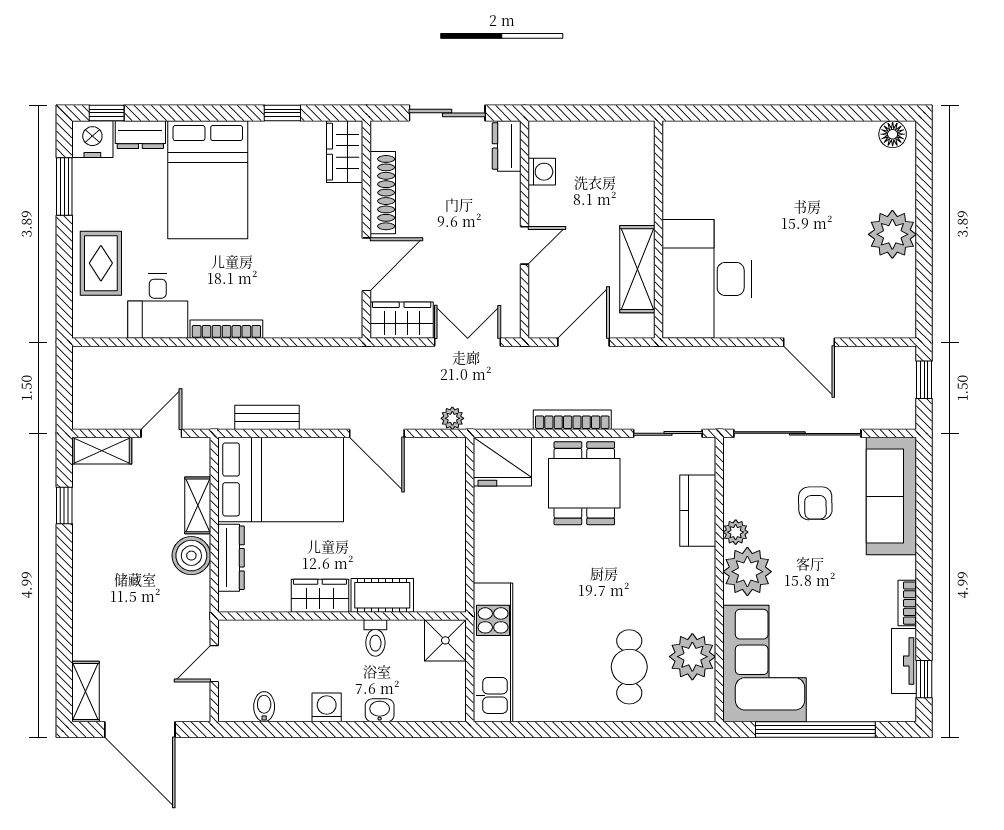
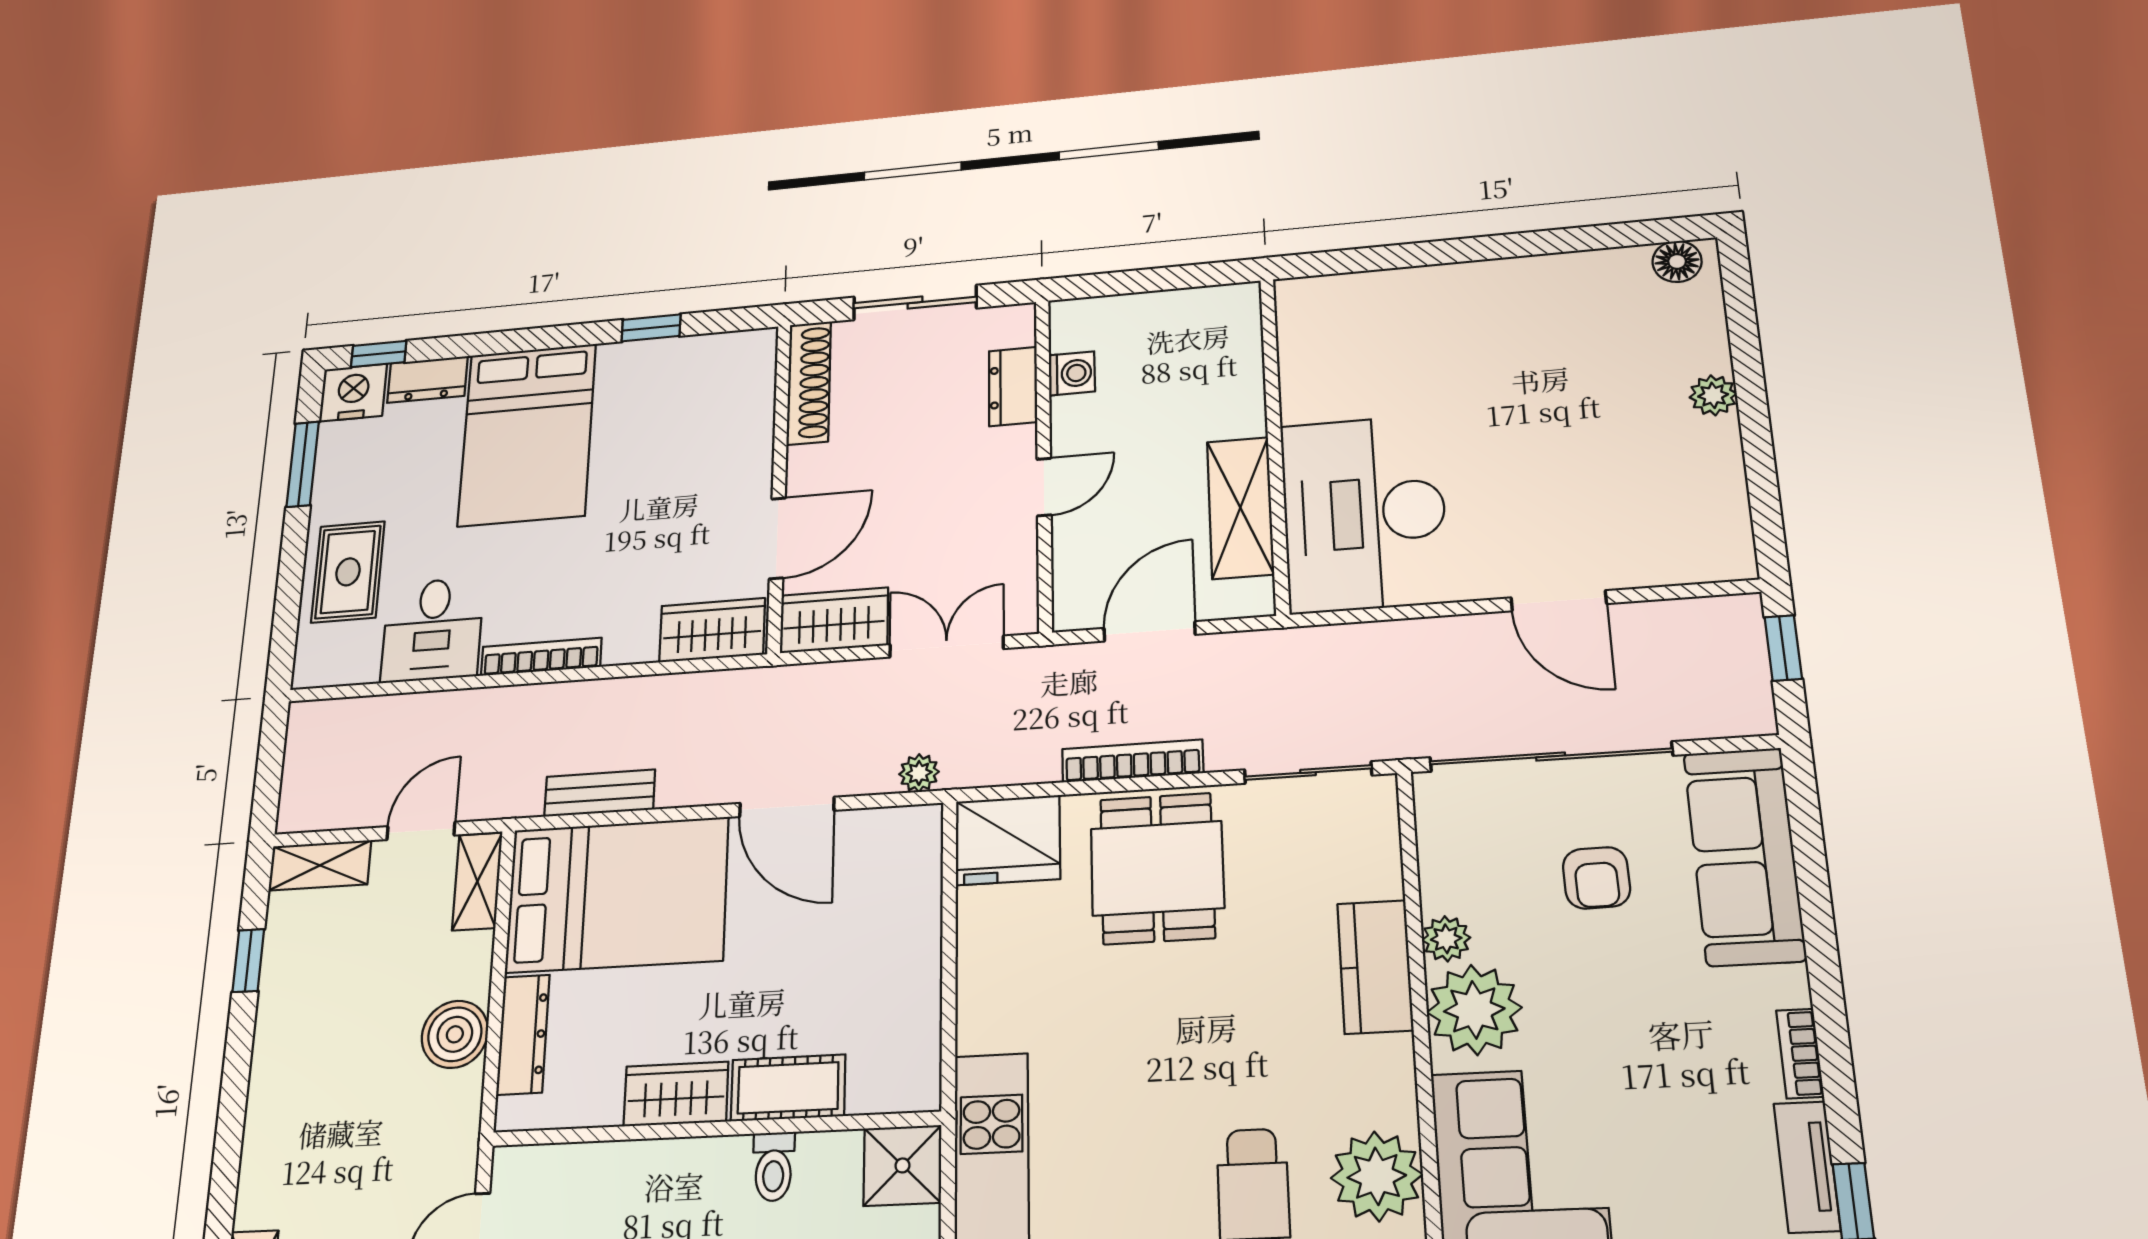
dresser: (507, 146) -> (1013, 387), moved
wardrobe: (345, 152) -> (712, 630), moved, turned 90
shoe rack: (383, 193) -> (809, 383), moved
plant: (892, 234) -> (1713, 395), width x0.53, depth x0.53
shelving: (198, 505) -> (477, 881), moved
kitchen counter: (698, 511) -> (1375, 967), moved

